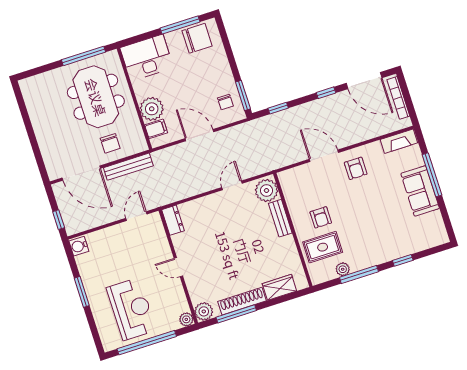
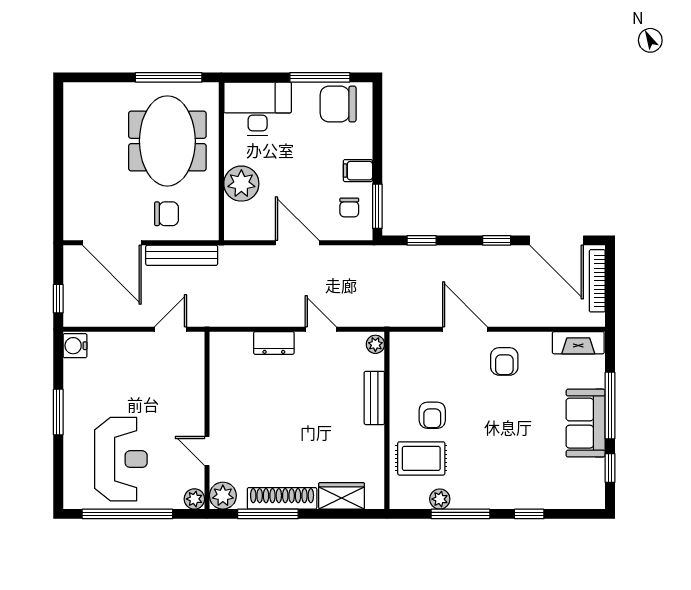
chair: (197, 38) -> (338, 104), turned 180
filing cabinet: (156, 129) -> (358, 171), moved, turned 180
chair: (110, 143) -> (167, 214), turned -90
door: (232, 185) -> (321, 329), hinge flipped
plant: (267, 191) -> (375, 344), width x0.53, depth x0.53
window: (445, 215) -> (610, 468), added
dresser: (173, 220) -> (274, 343), moved, turned 90
door: (178, 267) -> (207, 451), moved

